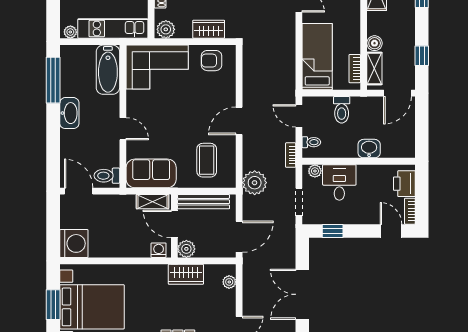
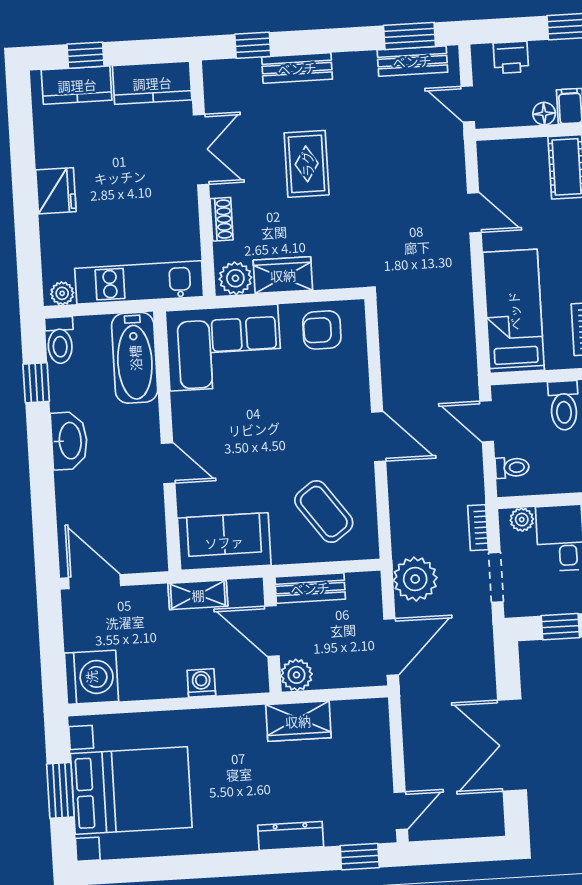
wardrobe: (209, 29) -> (283, 275), moved
window: (53, 80) -> (36, 383), width x0.46
door: (239, 121) -> (379, 437), swing flipped
bookcase: (291, 155) -> (478, 528), moved
coffee table: (207, 160) -> (324, 512), turned -36
toilet: (107, 176) -> (60, 340), moved, turned -90
plant: (255, 183) -> (415, 579), moved
shelving: (153, 202) -> (198, 595), moved
bench: (204, 202) -> (310, 588), width x0.73
washing machine: (159, 250) -> (201, 683), moved
plant: (229, 282) -> (378, 730), removed

